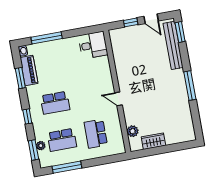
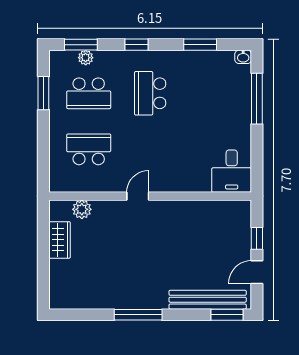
piano: (29, 71) -> (210, 61), removed
school desk: (62, 140) -> (89, 93), turned -90
window: (67, 167) -> (43, 93), width x0.69

